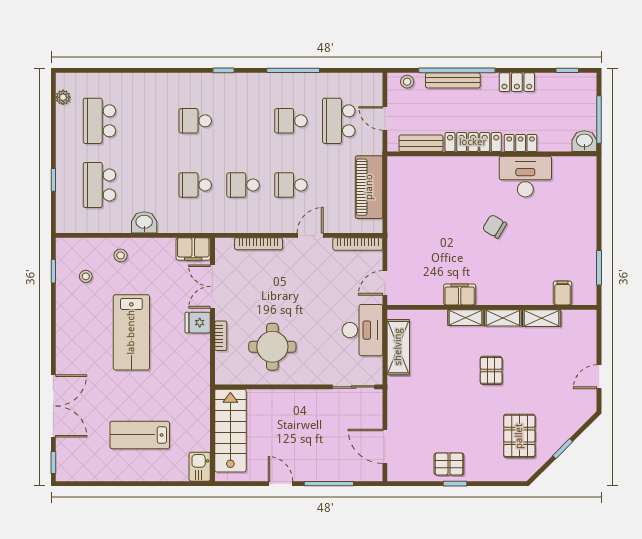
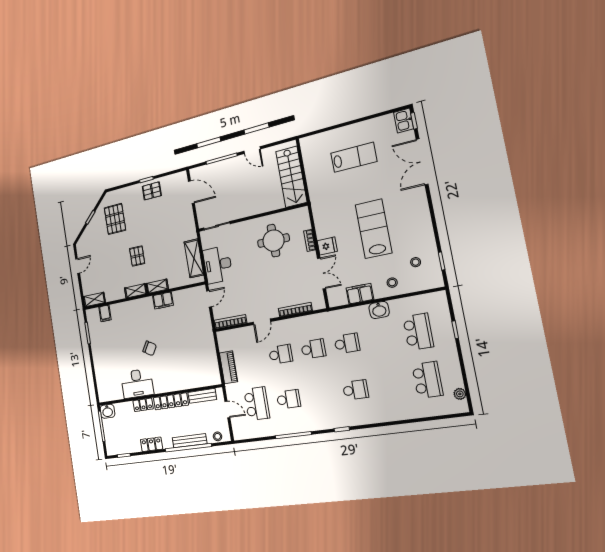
piano: (369, 187) -> (228, 367), width x0.73, depth x0.75
filing cabinet: (193, 249) -> (360, 294), moved
shelving: (542, 318) -> (94, 300), moved
kitchen sink: (200, 467) -> (404, 120), moved, turned 180

